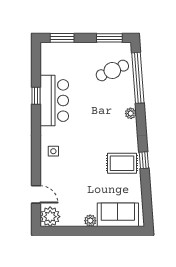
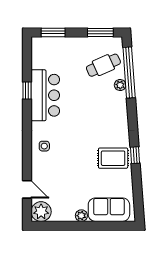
plant: (131, 113) -> (120, 85), moved

